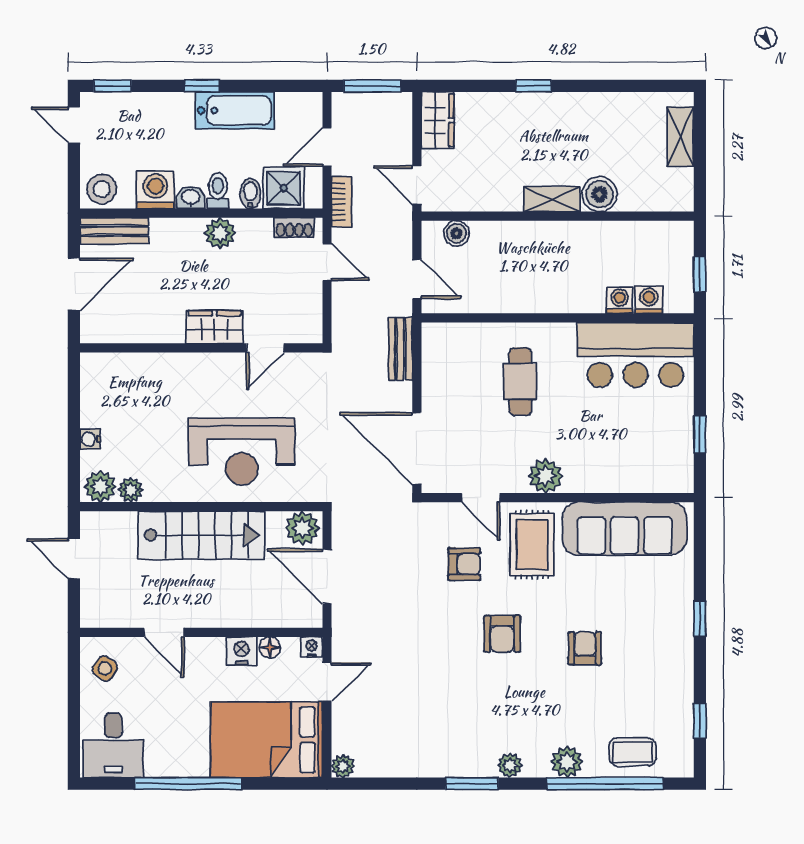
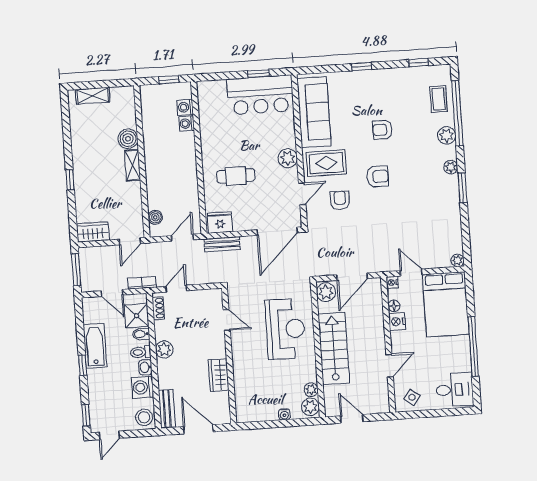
wardrobe: (214, 327) -> (219, 375), moved
fridge: (440, 348) -> (220, 222), added
bar counter: (636, 355) -> (260, 95), moved, turned 90
door: (74, 559) -> (352, 419), swing flipped

